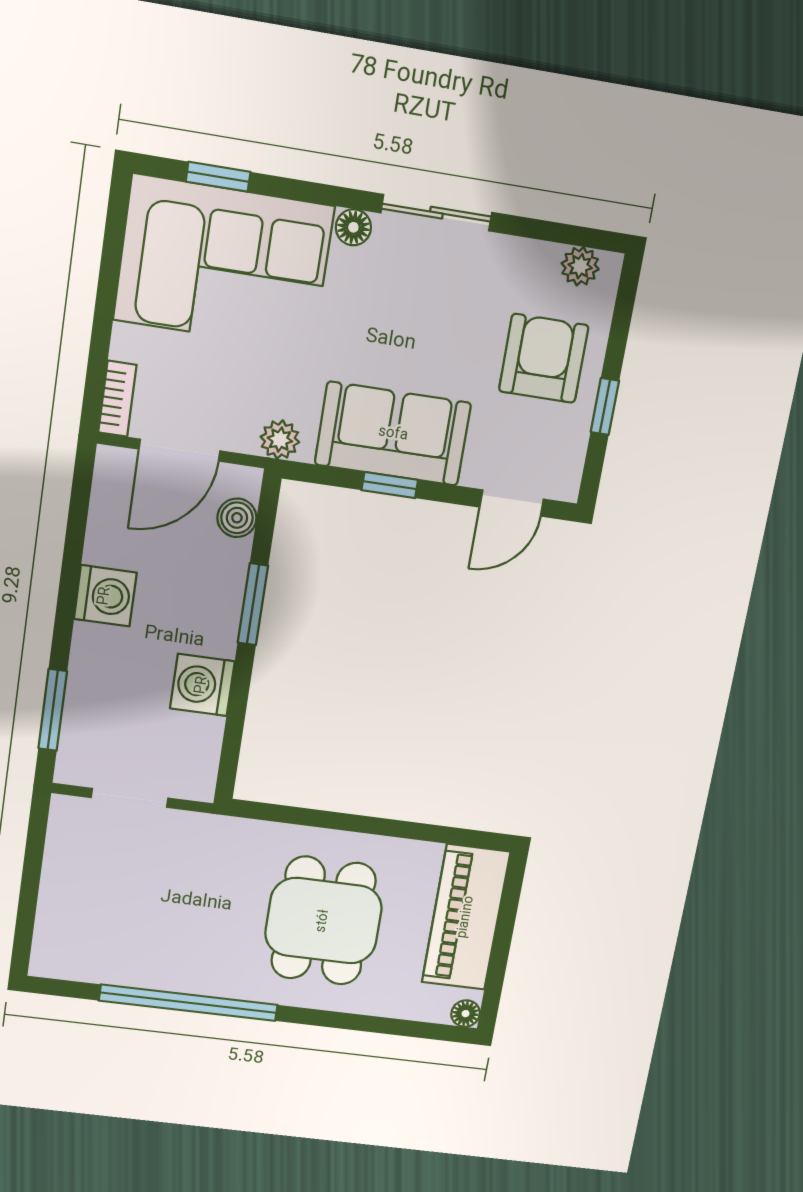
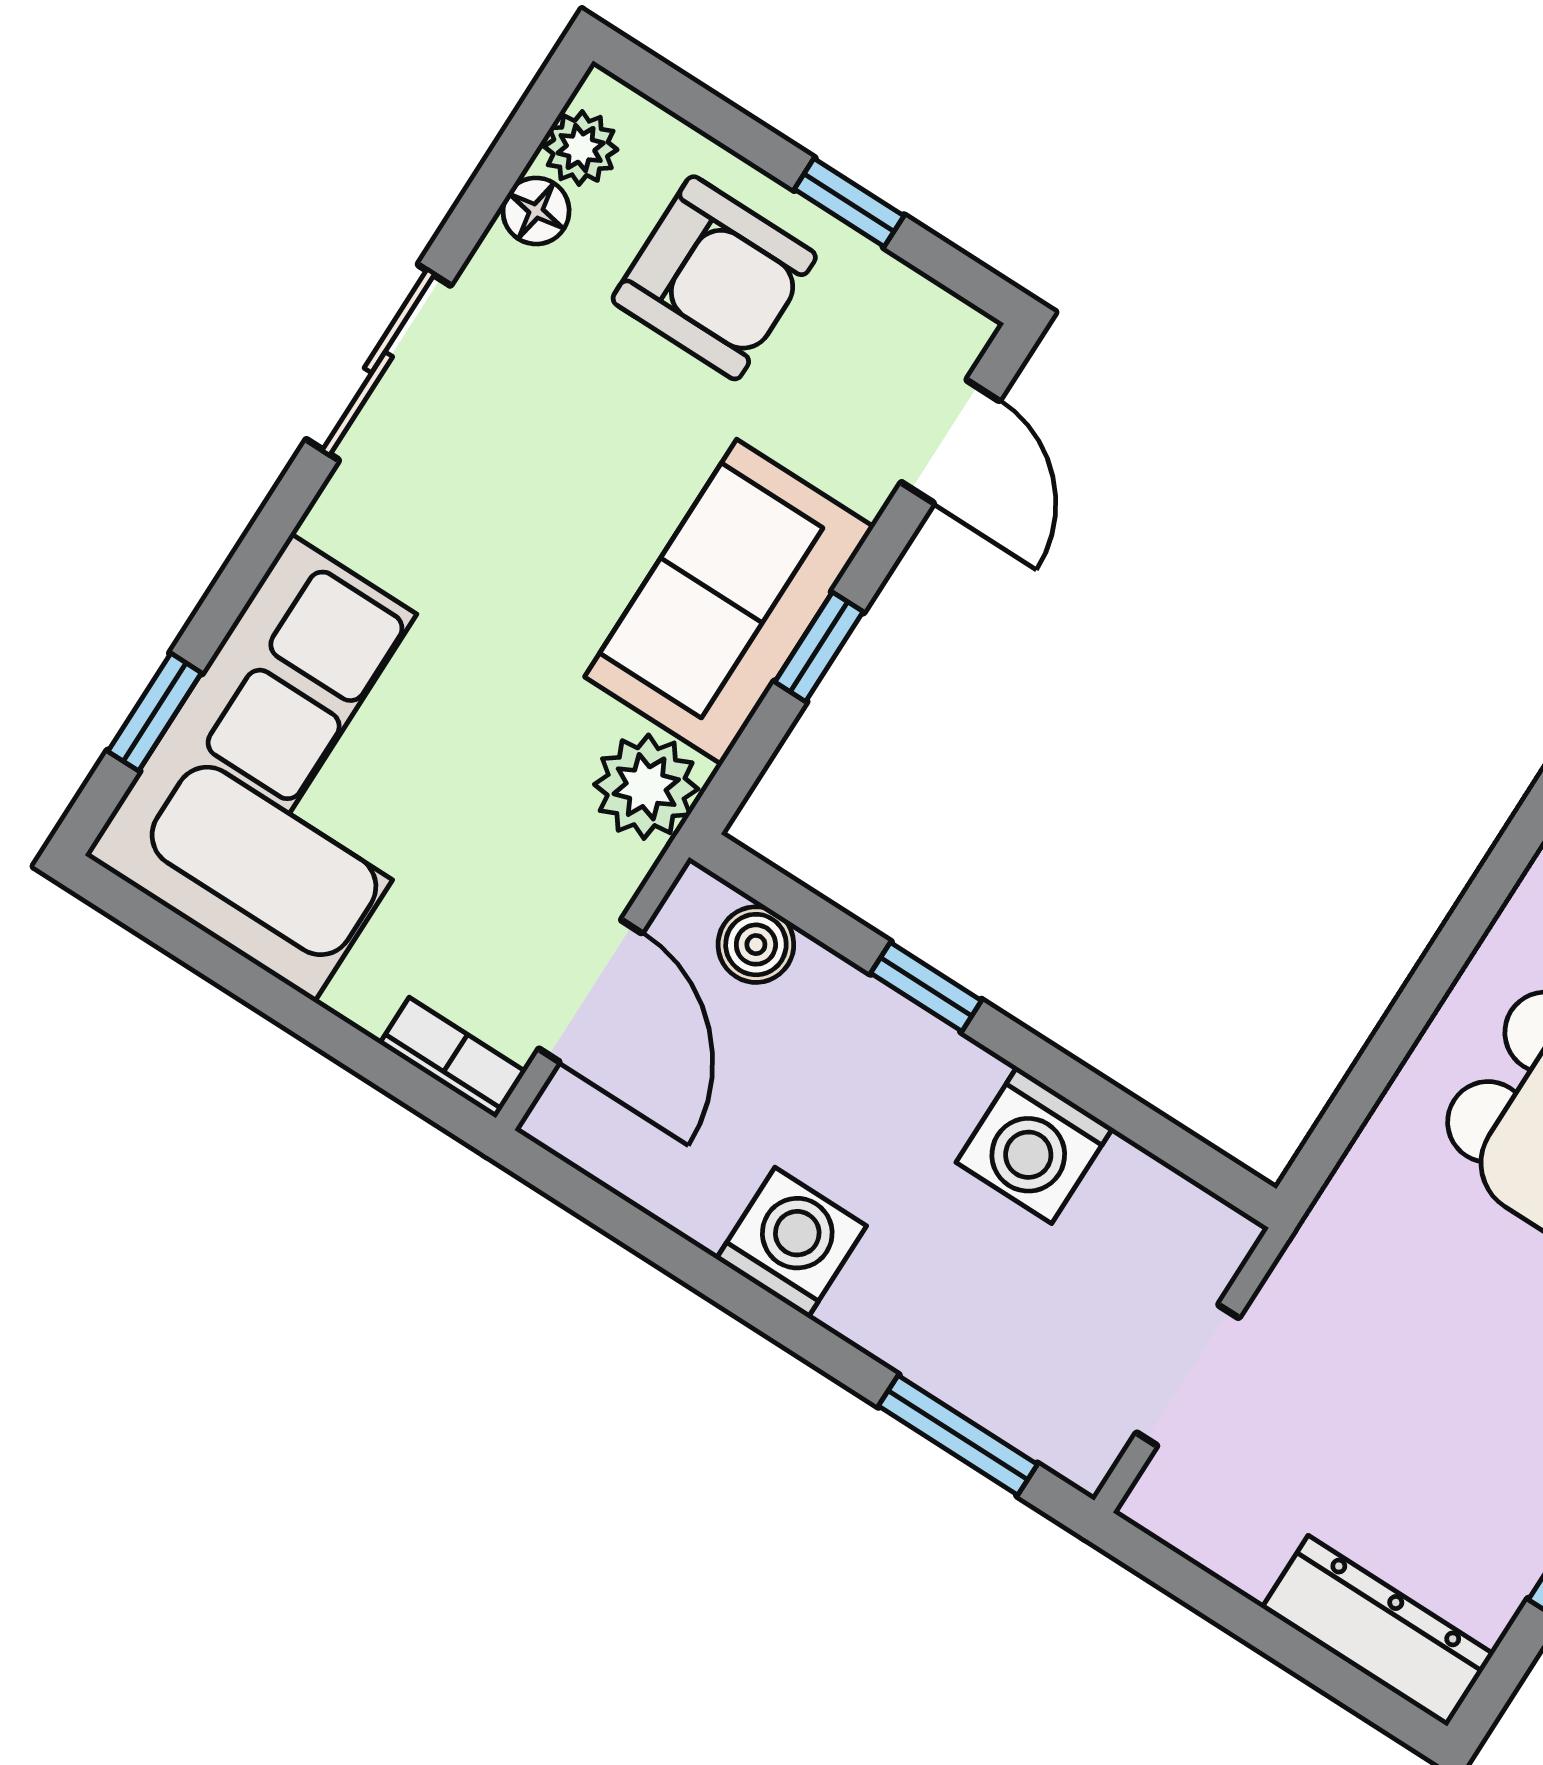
floor lamp: (353, 227) -> (536, 211), moved
armchair: (544, 358) -> (714, 278), turned 180
plant: (280, 440) -> (646, 787), width x1.38, depth x1.38
window: (253, 604) -> (926, 987), width x0.67
dresser: (55, 928) -> (1378, 1631), added

